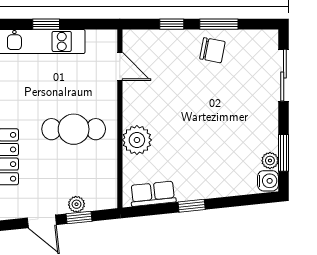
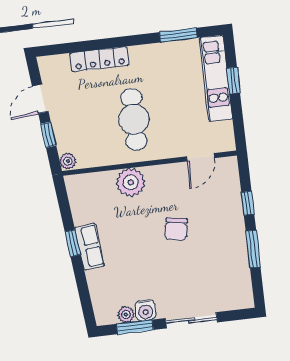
chair: (212, 50) -> (176, 229), moved
sliding door: (284, 75) -> (191, 320), moved
water cooler: (268, 181) -> (145, 310), moved
row of seats: (153, 194) -> (90, 247), moved
plant: (77, 204) -> (68, 161), moved

